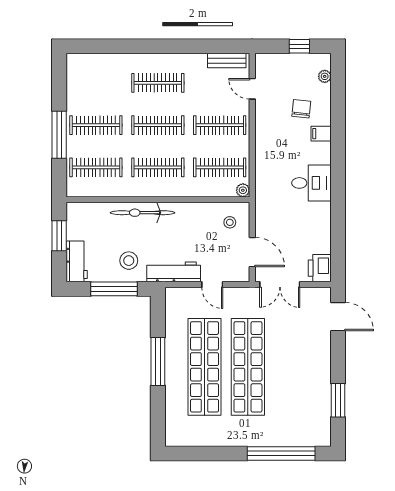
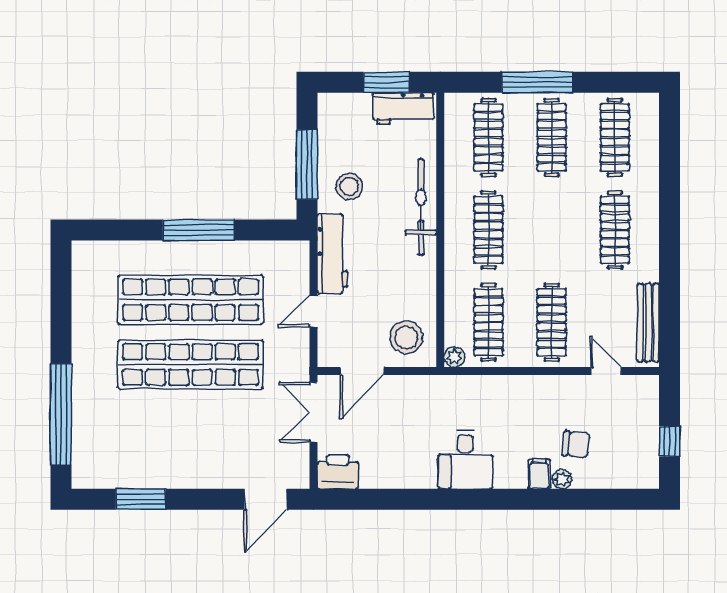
bench: (227, 61) -> (648, 323), width x1.36
plant: (325, 76) -> (562, 479), moved
door: (252, 89) -> (606, 371), hinge flipped
clothes rail: (158, 125) -> (615, 137), moved
stool: (230, 222) -> (406, 337), width x1.89, depth x1.89
workbench: (77, 261) -> (403, 109), moved

